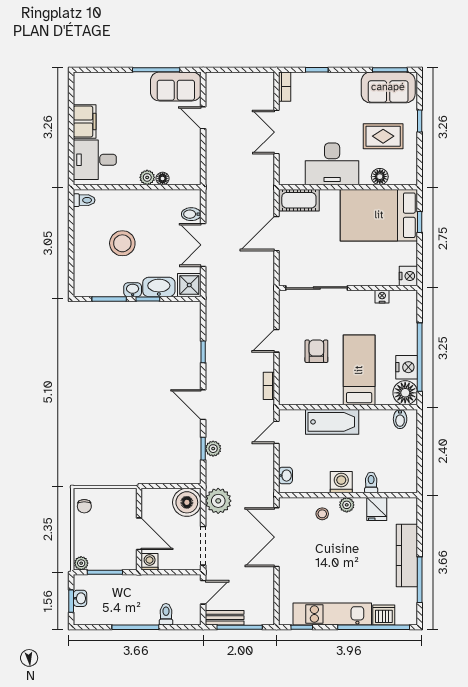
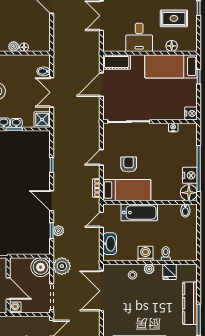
desk: (332, 164) -> (139, 37), width x0.73
bed: (379, 215) -> (171, 66), width x0.67
washbasin: (159, 287) -> (16, 123), width x0.52, depth x0.69
bed: (359, 370) -> (127, 190), moved, turned 90
washbasin: (286, 476) -> (110, 244), width x1.91, depth x1.45

